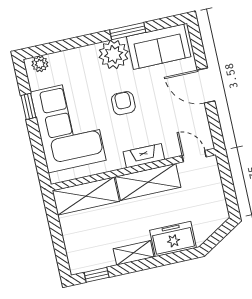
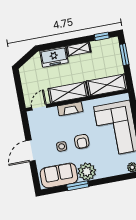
door: (206, 85) -> (31, 151), swing flipped
side table: (156, 94) -> (62, 146), added
door: (194, 156) -> (39, 107), swing flipped
window: (59, 246) -> (124, 55), added

